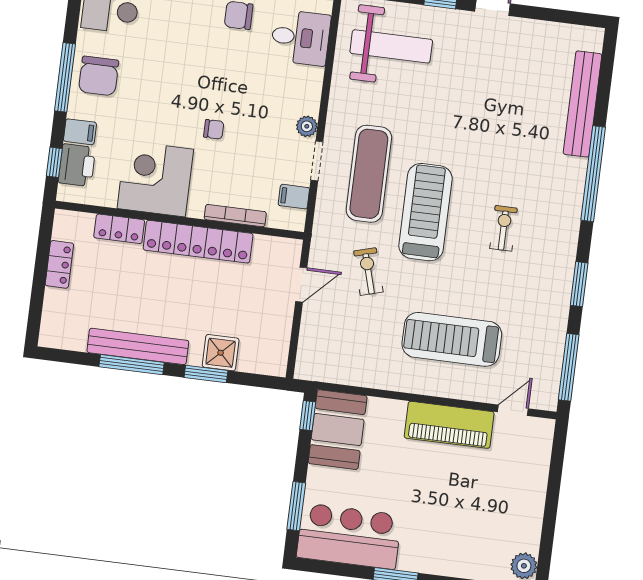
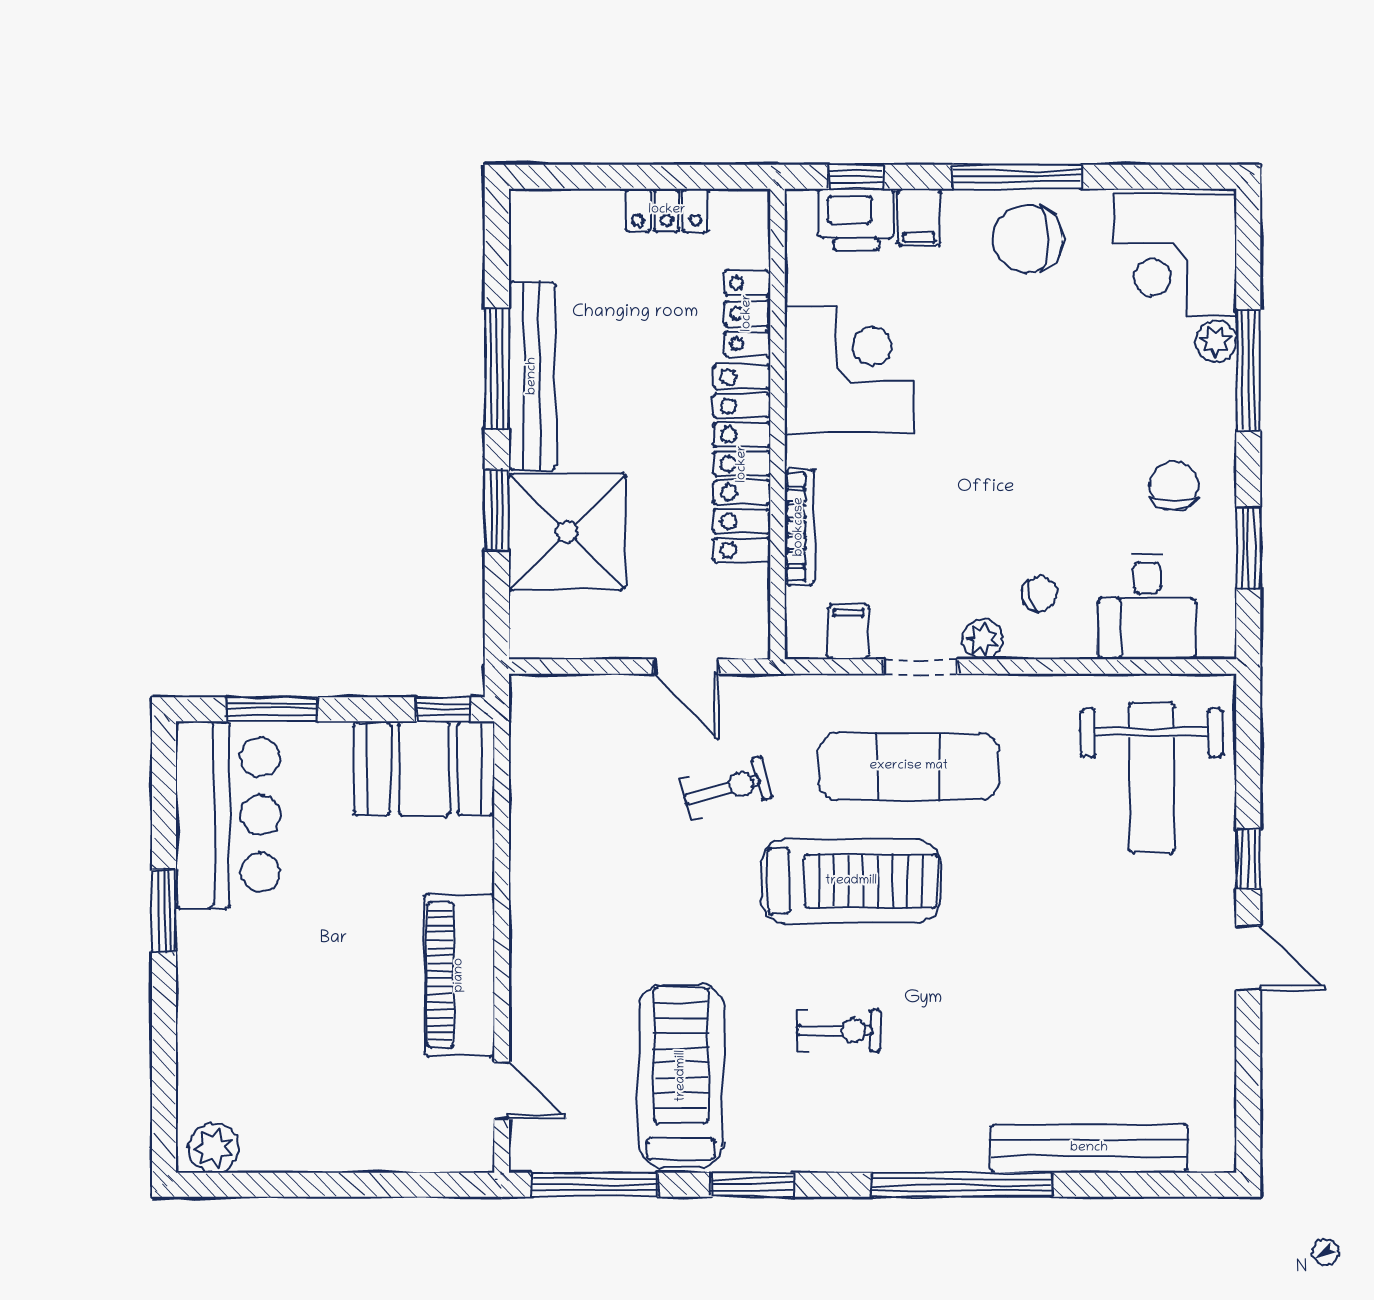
chair: (214, 129) -> (1040, 594), moved, turned -107
treadmill: (452, 339) -> (681, 1076), moved
shower: (221, 353) -> (567, 532), width x1.86, depth x1.86

